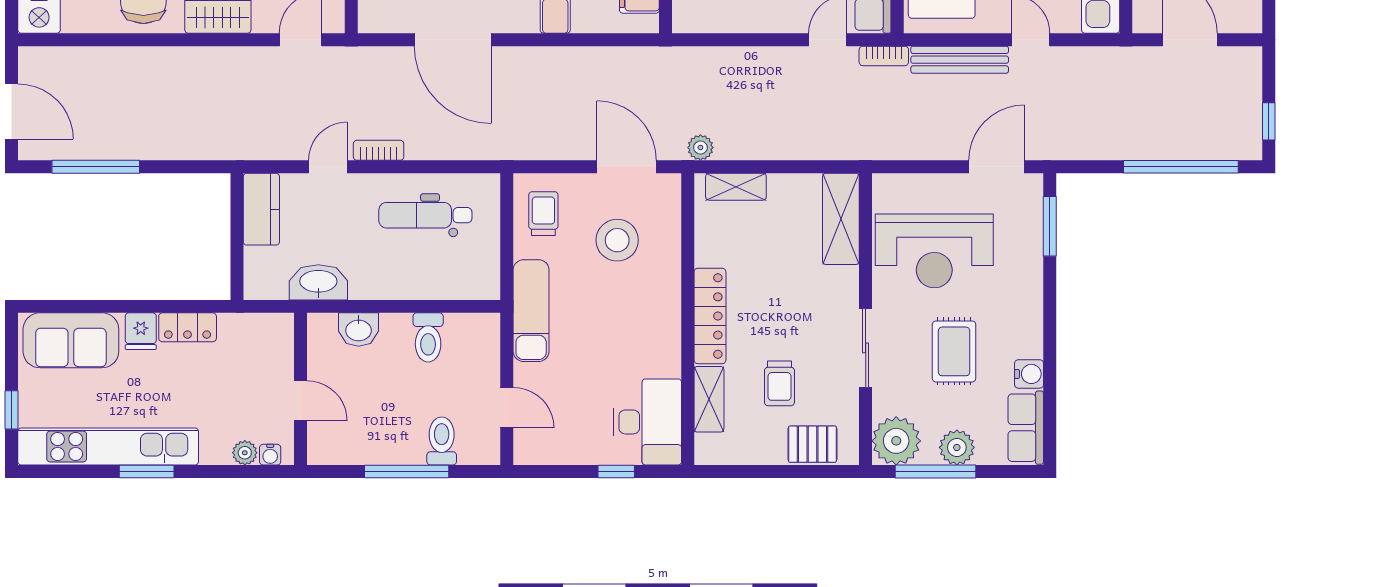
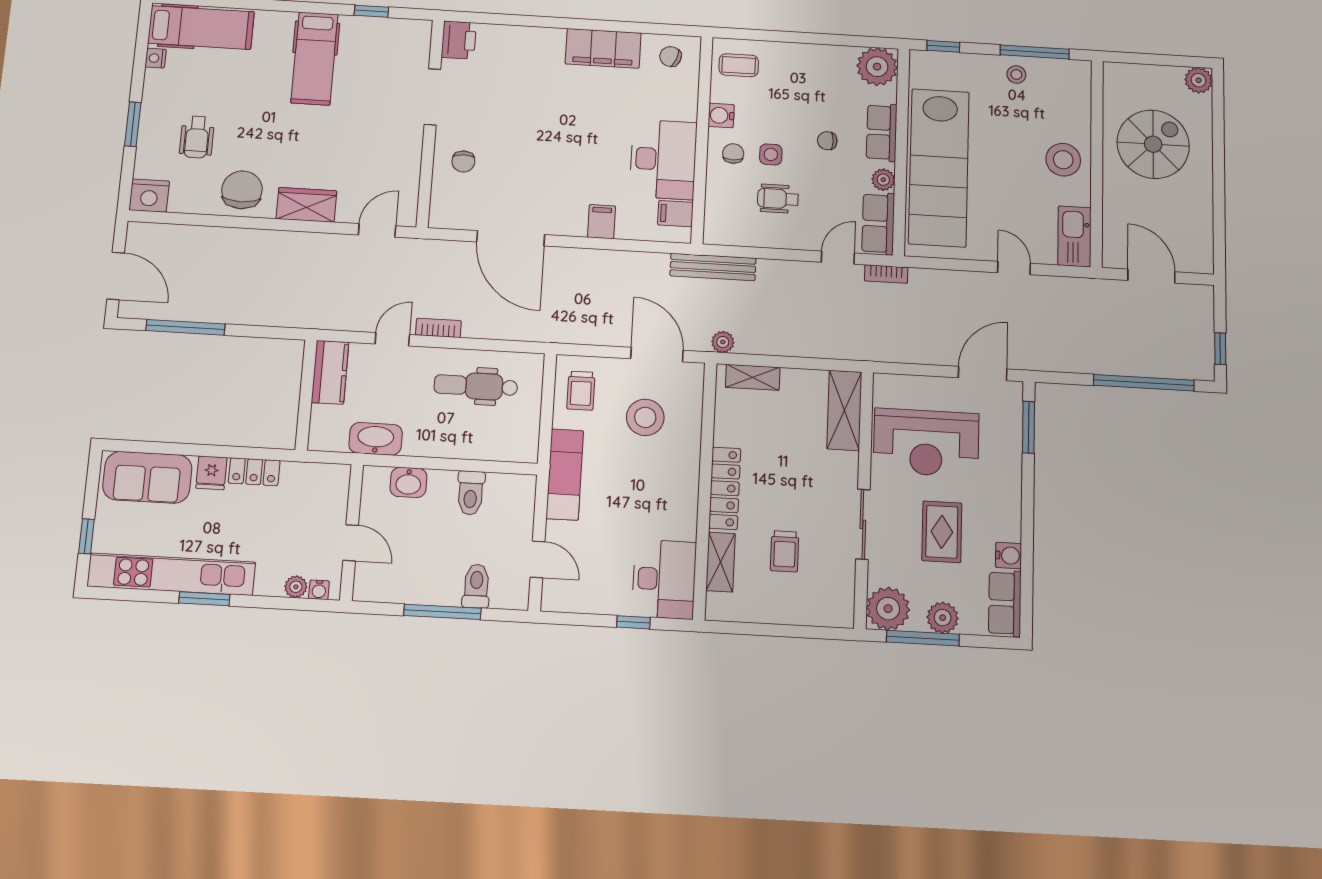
bench: (960, 60) -> (713, 267), moved
trolley: (543, 214) -> (581, 391), turned 180
pallet: (812, 444) -> (812, 607), removed

